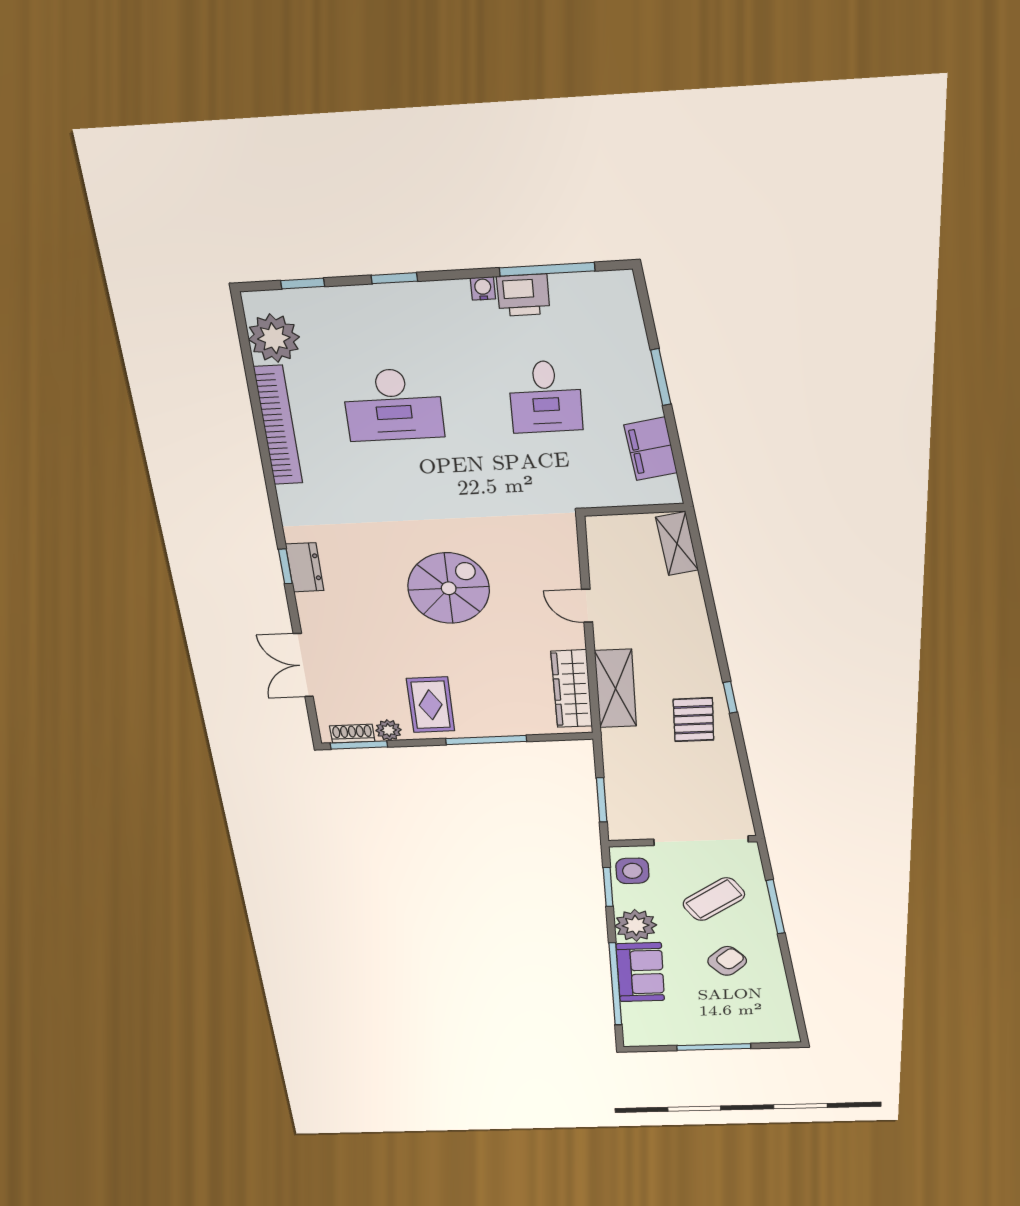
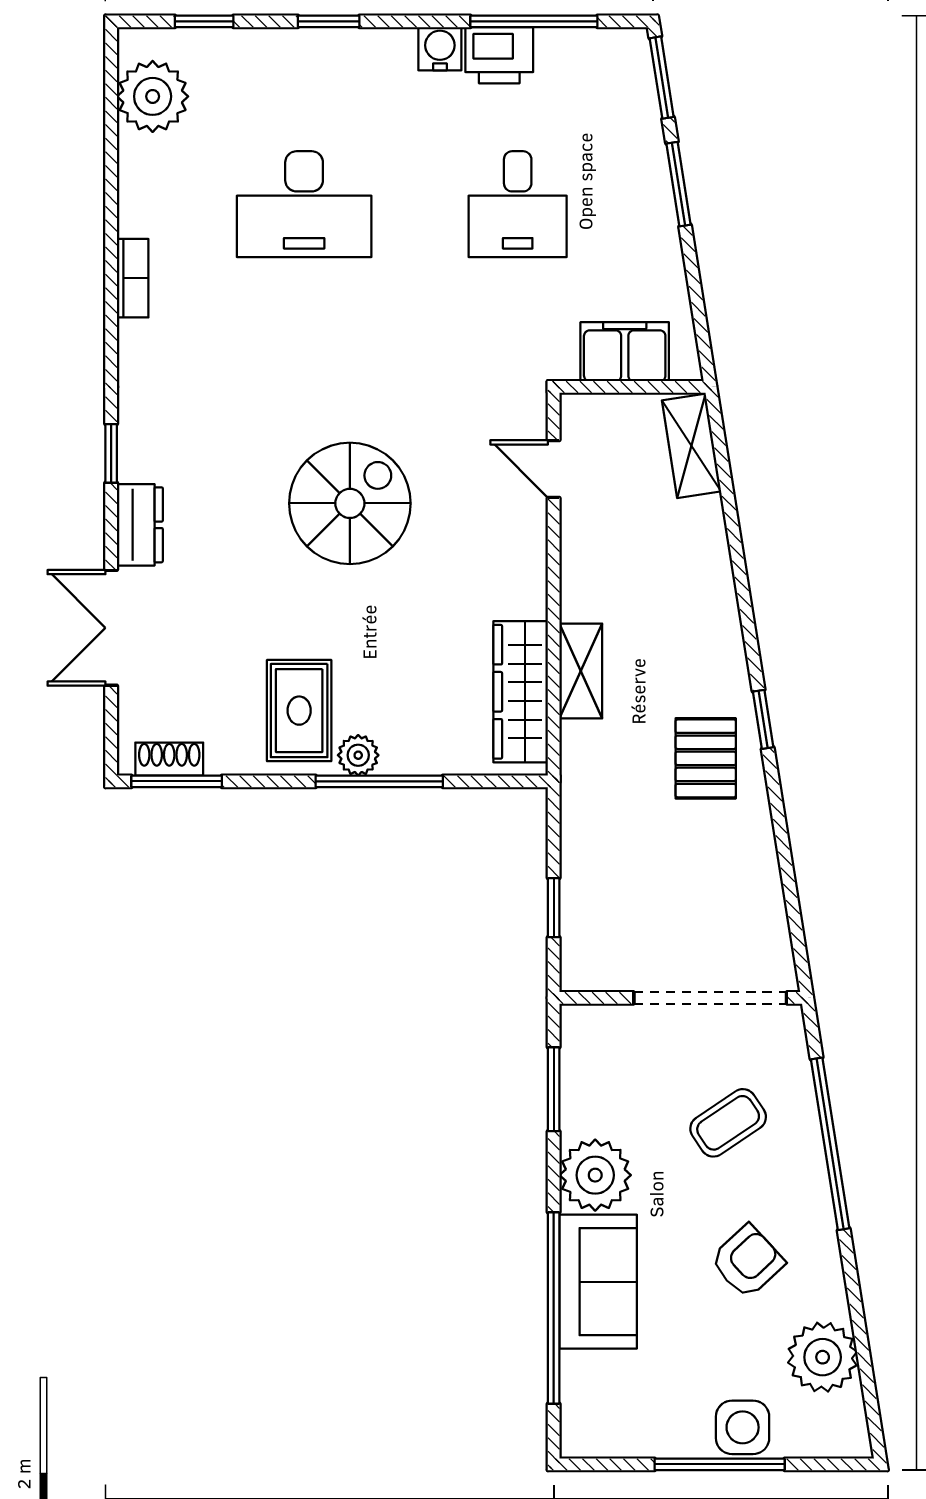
water cooler: (483, 288) -> (440, 49), width x1.38, depth x1.38
window: (645, 304) -> (662, 78), added
bookcase: (278, 426) -> (133, 278), width x0.43, depth x0.76
filing cabinet: (651, 449) -> (625, 352), moved, turned 99
dresser: (305, 567) -> (140, 525), moved
door: (587, 606) -> (554, 469), moved
shelving: (616, 689) -> (581, 671), width x0.67, depth x0.75
plant: (388, 730) -> (358, 755), moved
window: (602, 800) -> (554, 908), width x0.67
side table: (632, 871) -> (743, 1427), moved
coffee table: (714, 899) -> (728, 1123), width x0.73, depth x0.77
window: (775, 907) -> (830, 1144), width x1.46
plant: (772, 1001) -> (823, 1357), added

